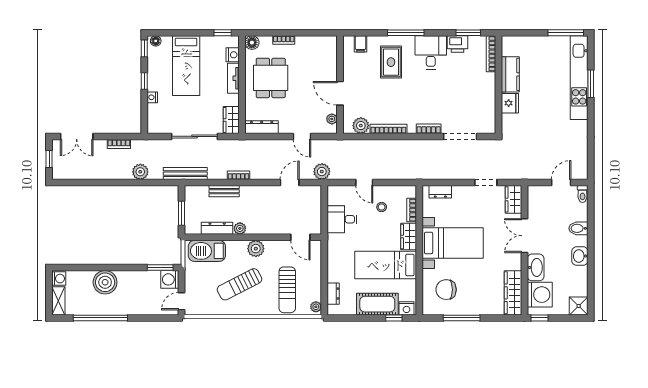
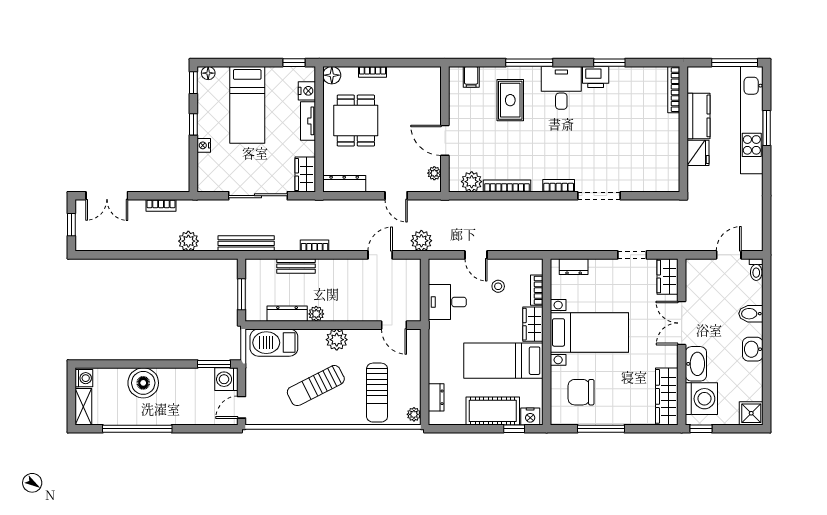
bookcase: (491, 54) -> (674, 90), moved
kitchen counter: (510, 74) -> (699, 116), moved
wall: (498, 85) -> (683, 129), moved
fridge: (510, 103) -> (698, 153), moved

